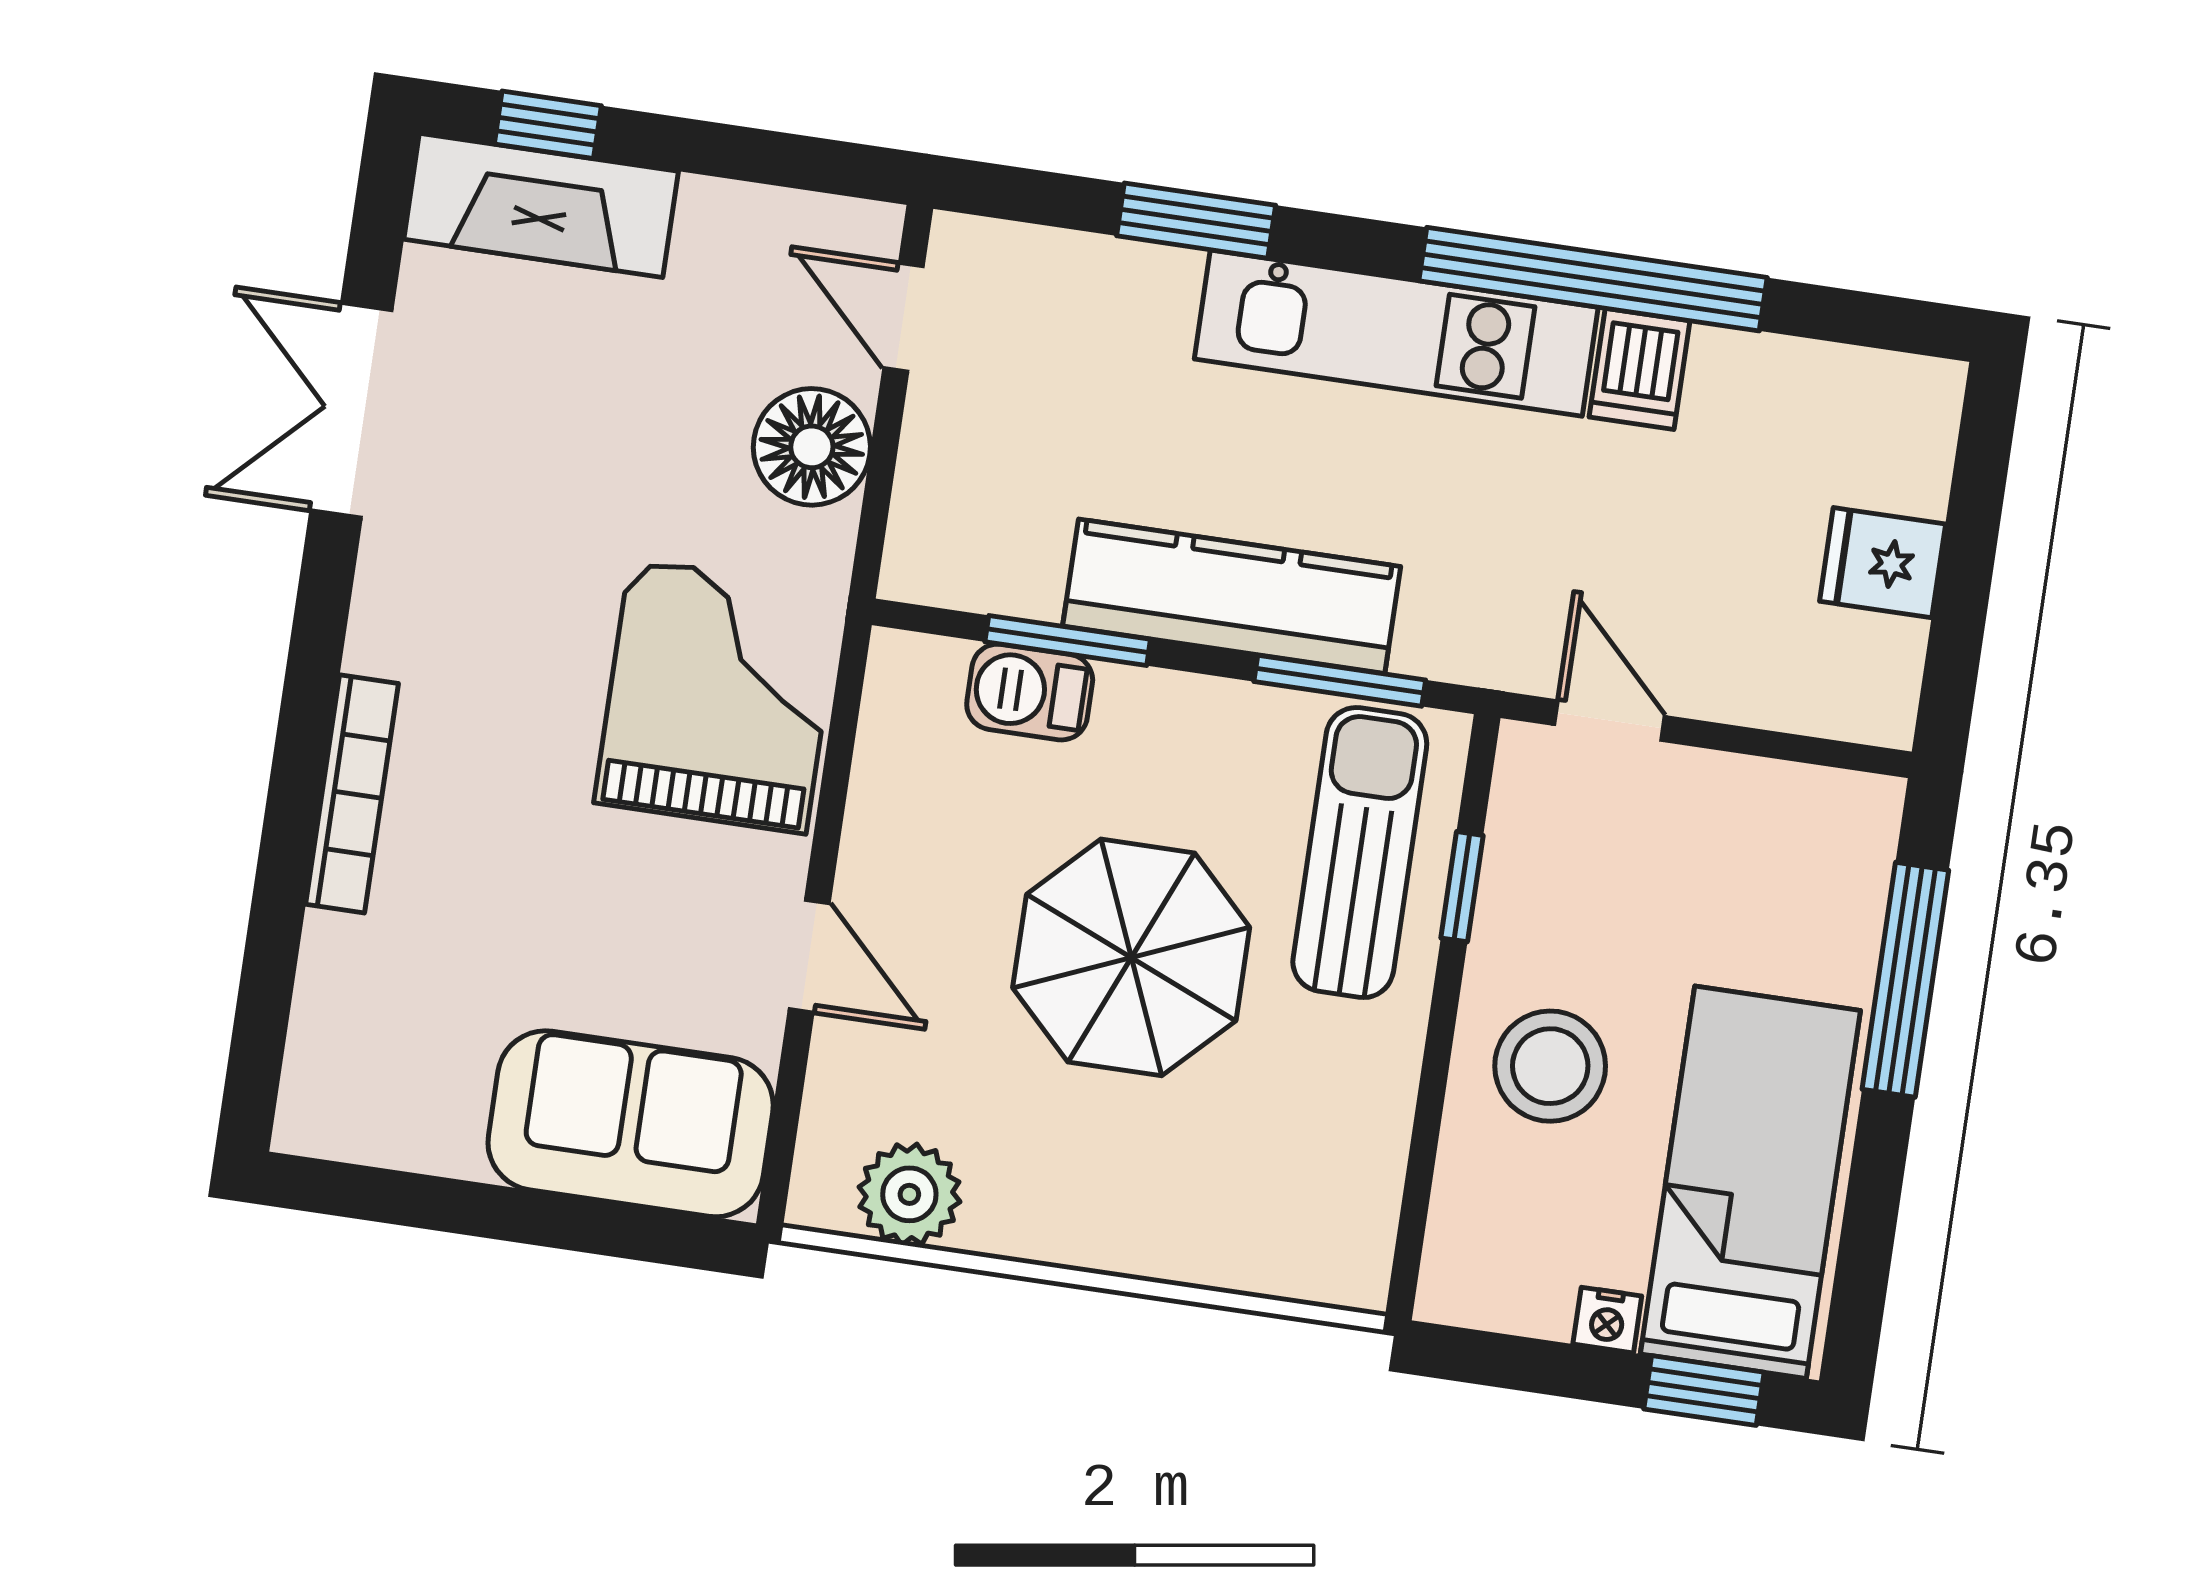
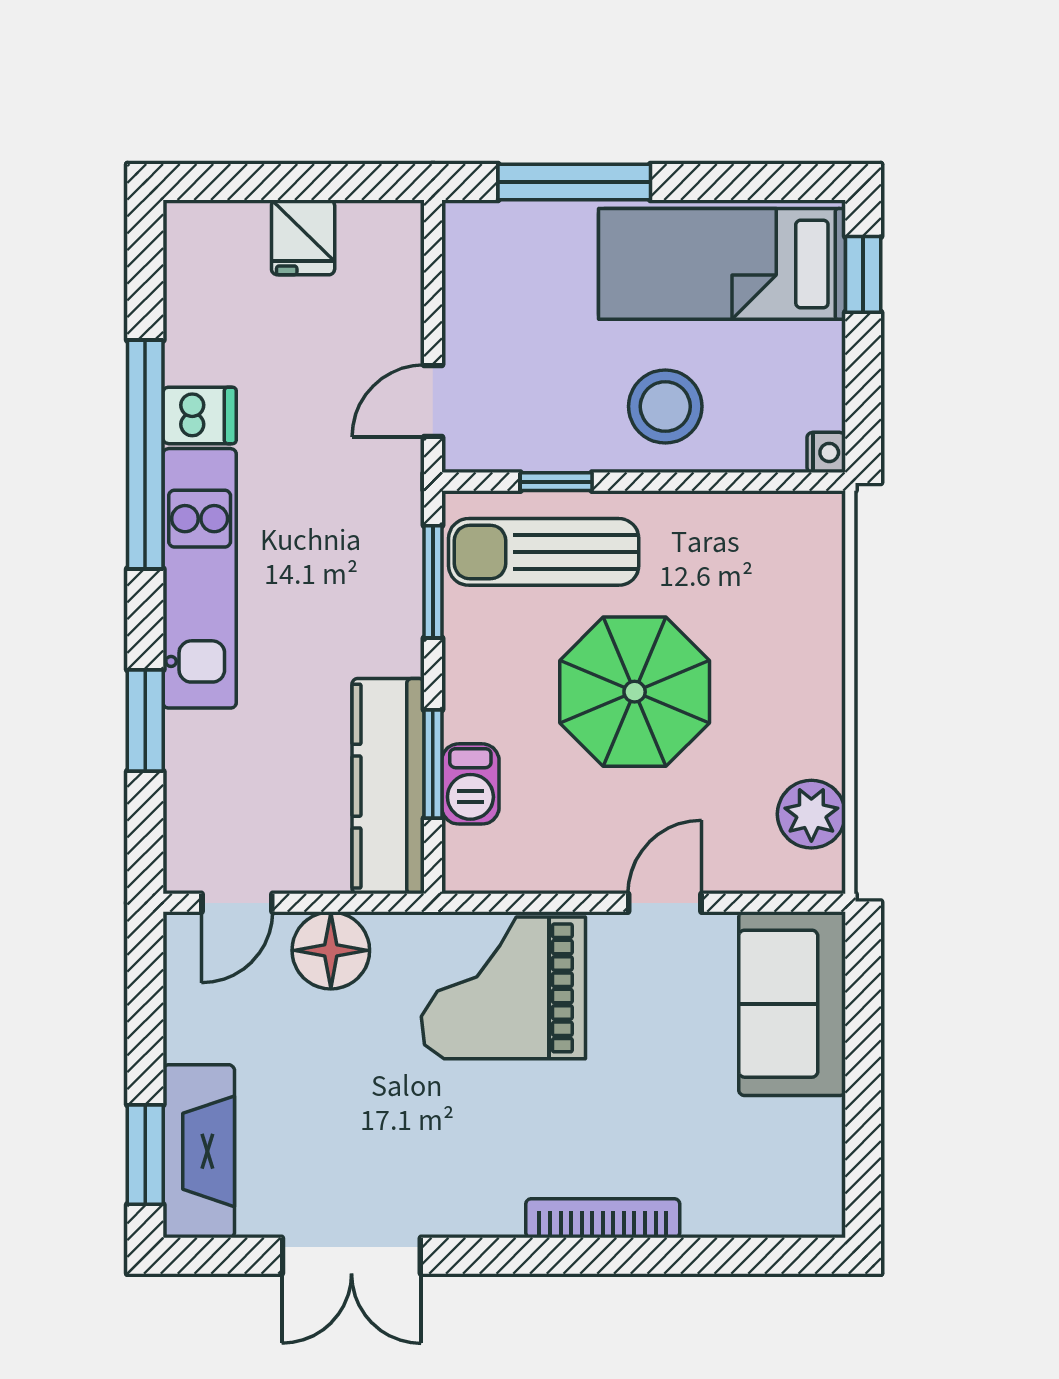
window: (548, 125) -> (145, 1155), width x1.50
kitchen counter: (1232, 596) -> (388, 786), moved
nightstand: (1607, 1320) -> (826, 452), moved

